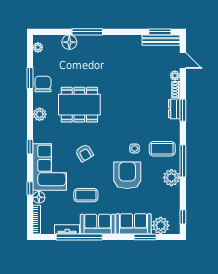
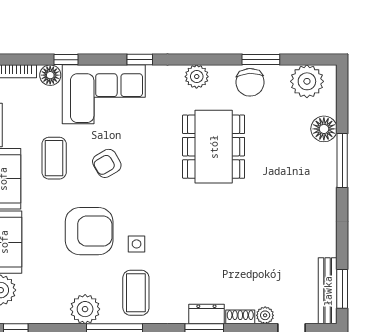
plant: (38, 47) -> (307, 81), width x1.87, depth x1.87
chair: (43, 84) -> (250, 82), turned 87
armchair: (84, 153) -> (107, 163), moved

